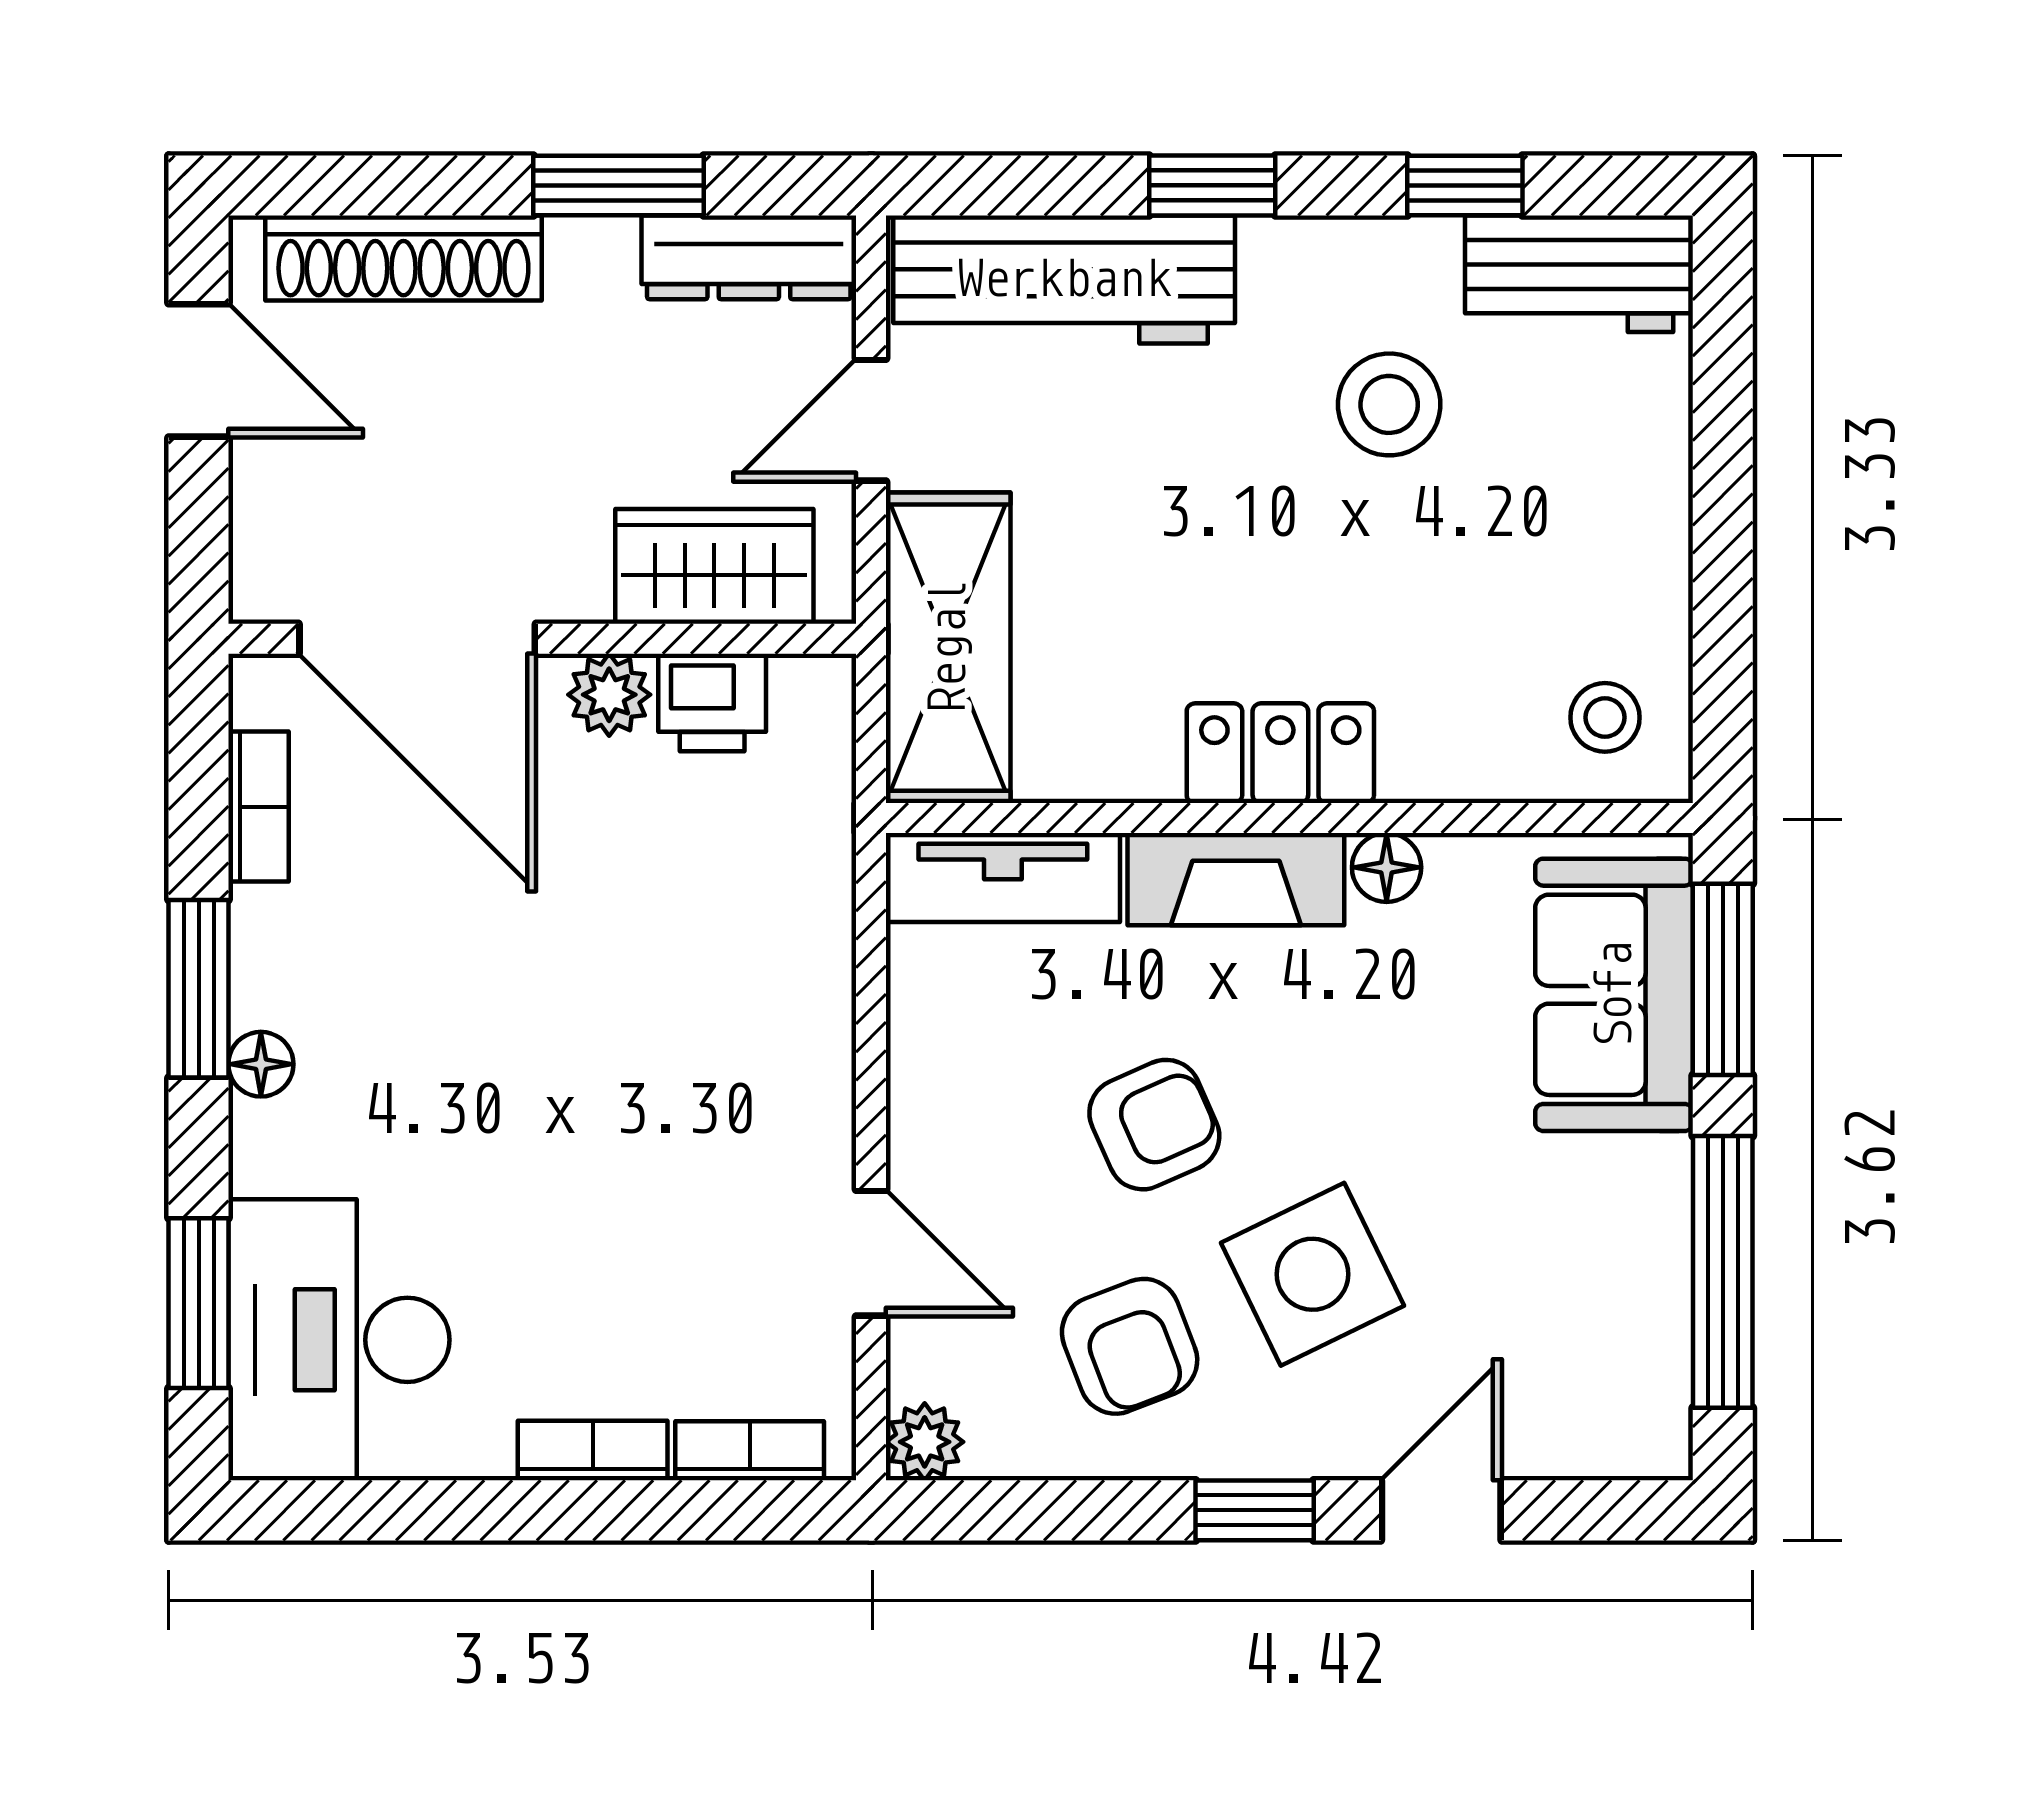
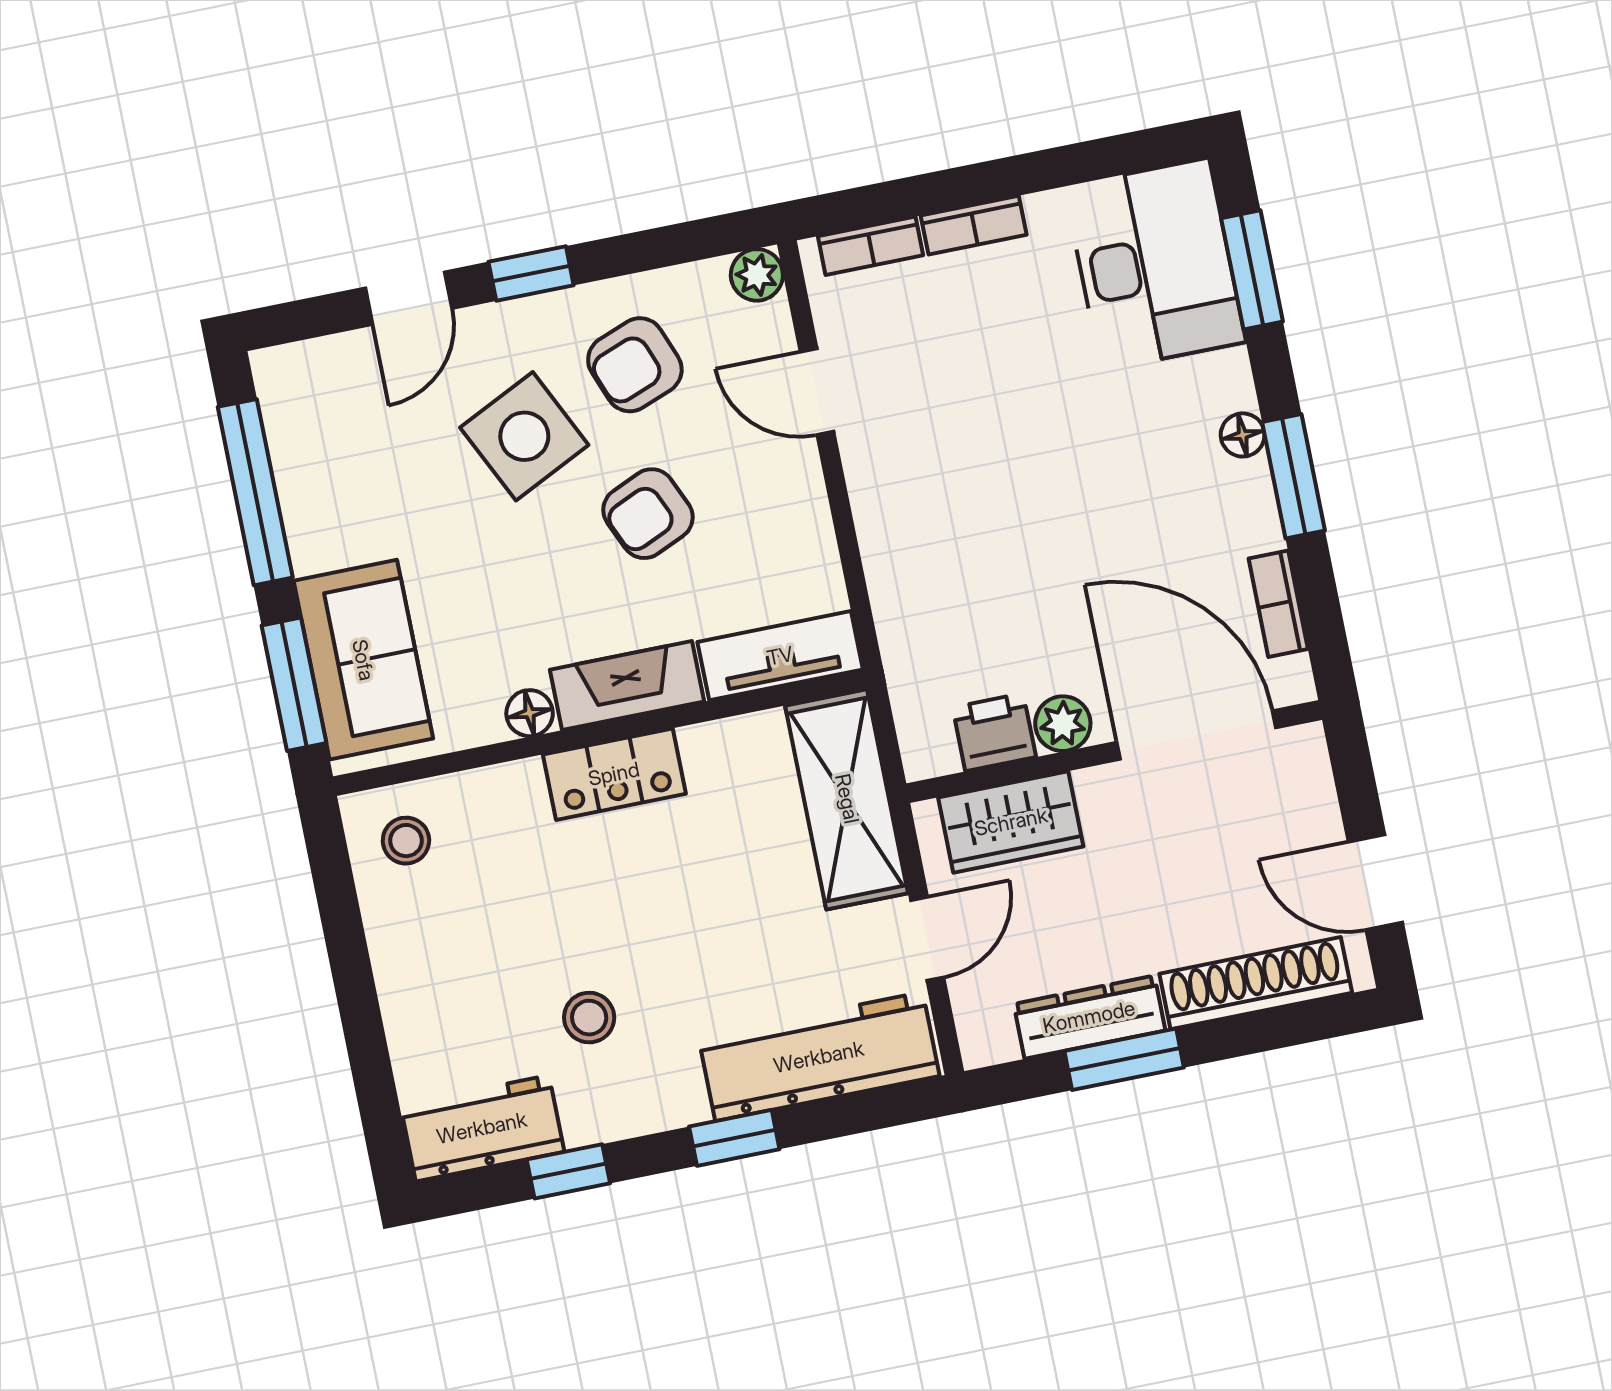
dresser: (749, 257) -> (1089, 1017), moved
stool: (1389, 404) -> (589, 1018), width x0.73, depth x0.73
armchair: (1130, 1346) -> (635, 365), turned -90

